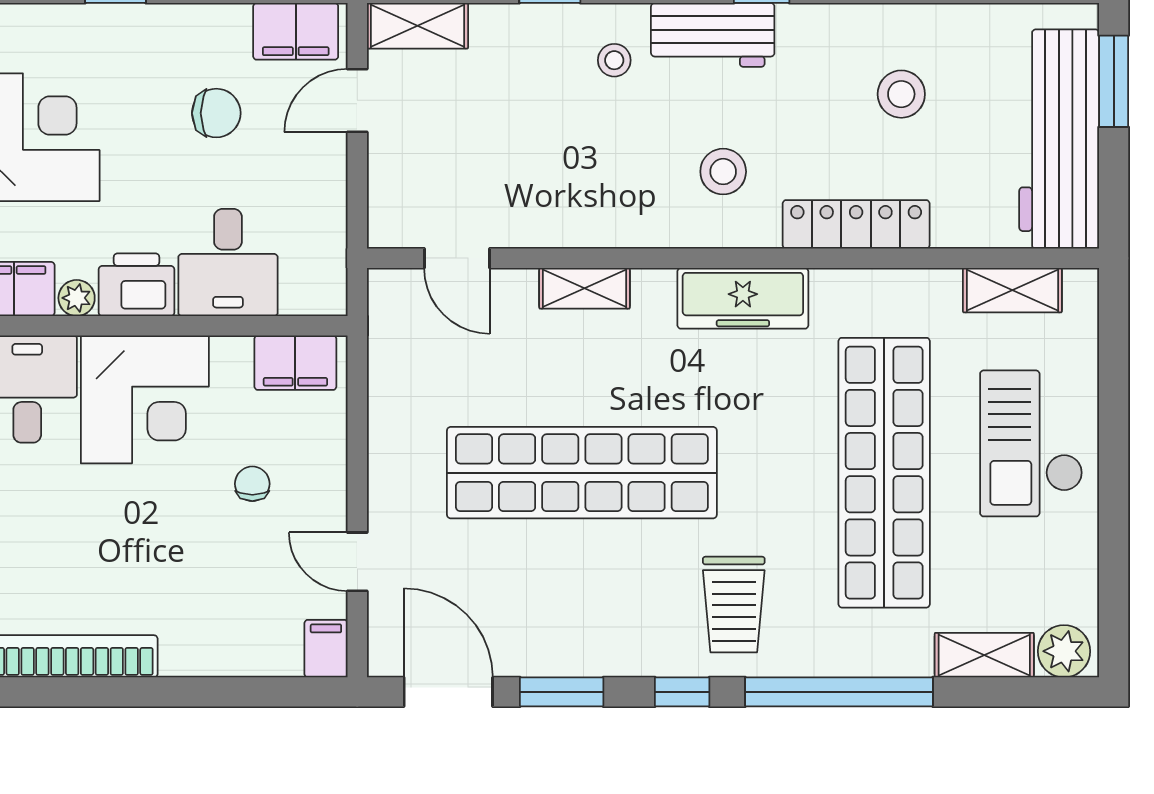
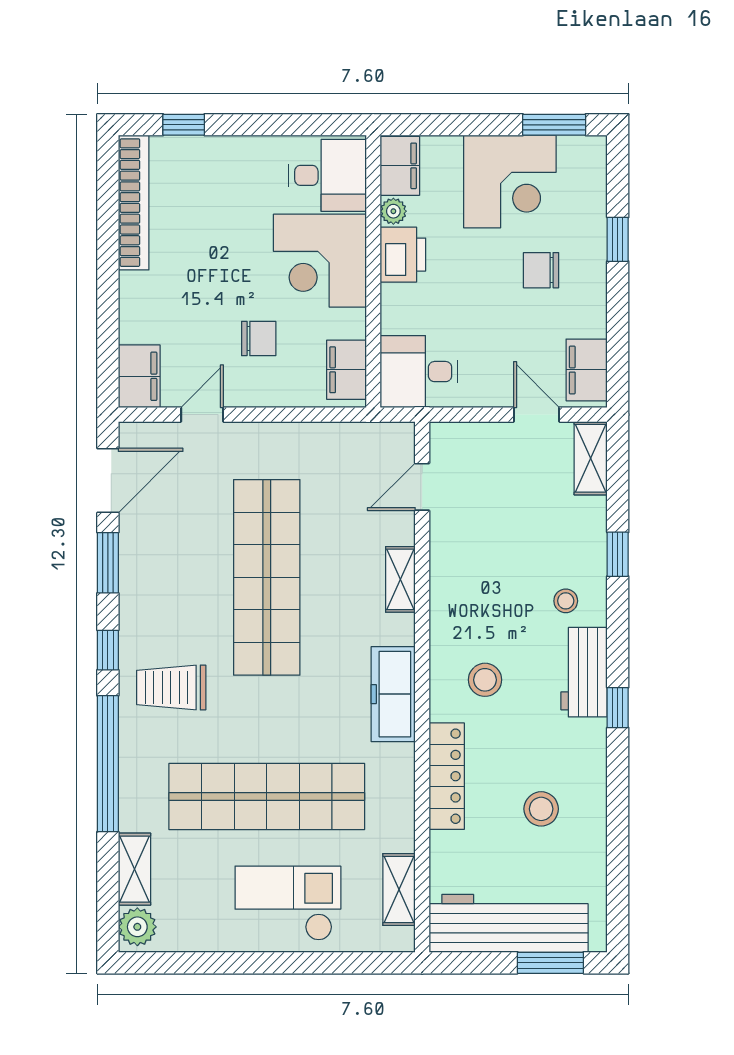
chair: (216, 113) -> (541, 270), moved, turned 90
desk: (228, 262) -> (419, 372), moved
chair: (252, 484) -> (259, 338), width x1.37, depth x1.37
filing cabinet: (326, 649) -> (139, 376), width x2.00

